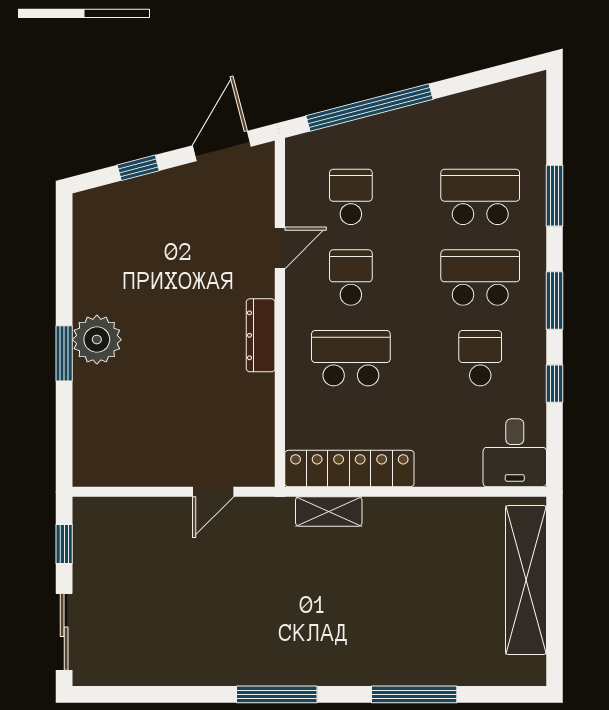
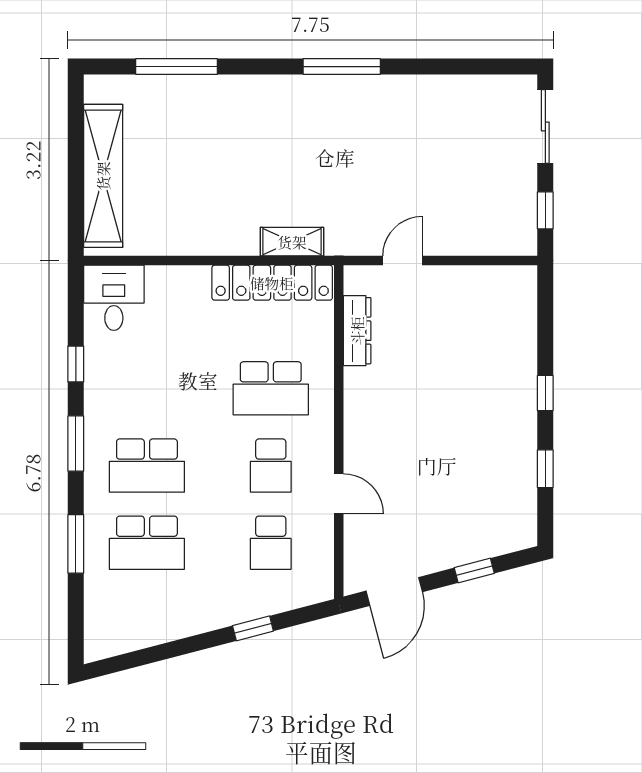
window: (369, 107) -> (253, 628), width x0.32
door: (280, 248) -> (339, 494), swing flipped
window: (64, 274) -> (545, 469), added
dresser: (261, 335) -> (357, 331), moved
plant: (97, 340) -> (514, 406), removed
window: (64, 353) -> (545, 393), width x0.67
school desk: (480, 358) -> (147, 388), removed
window: (414, 694) -> (177, 67), moved

